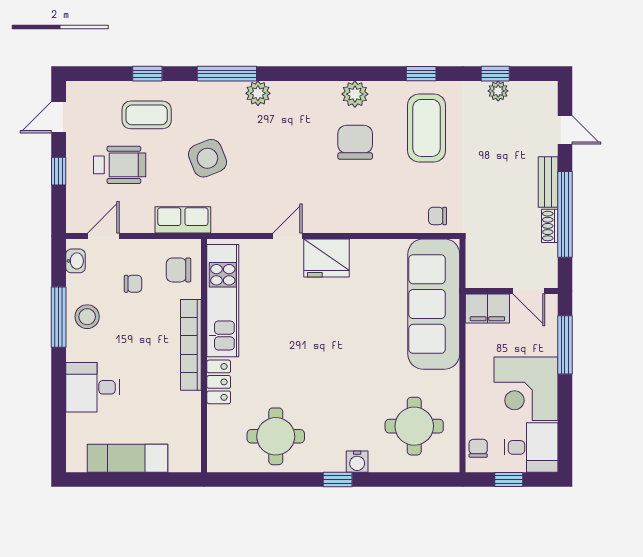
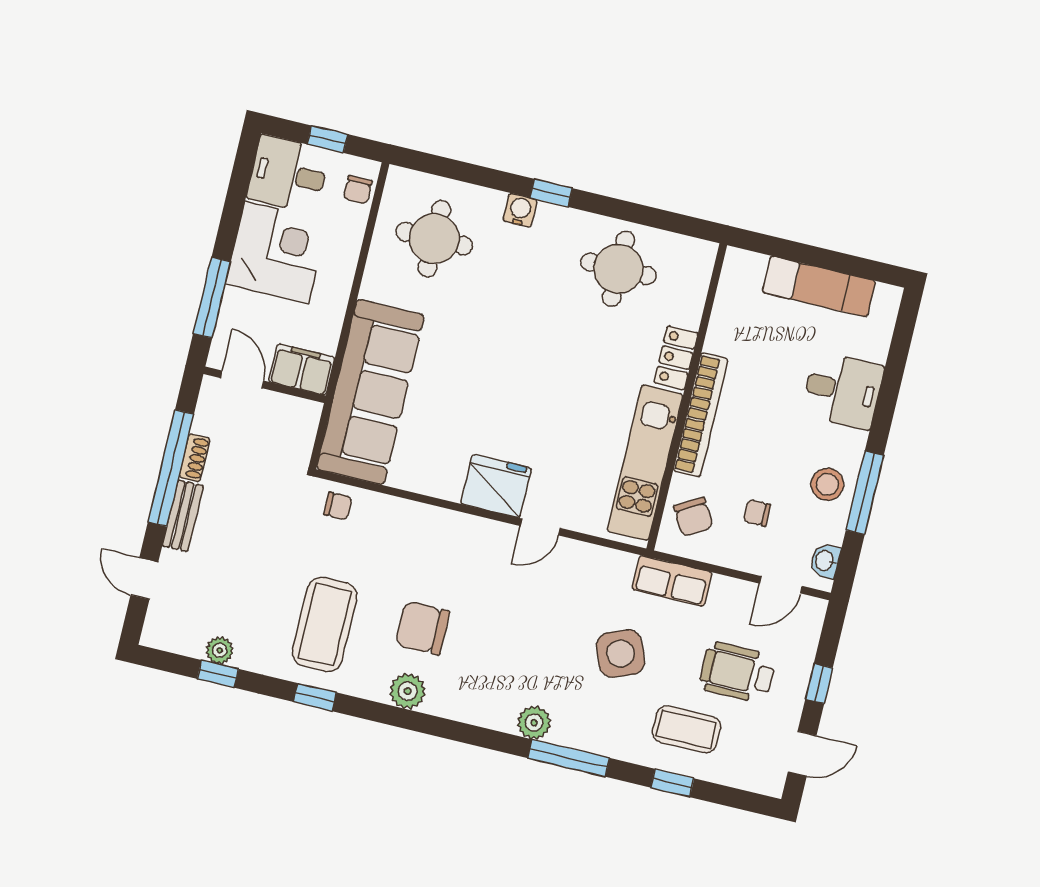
chair: (355, 142) -> (422, 628), turned 90
chair: (179, 270) -> (693, 517), turned 60

